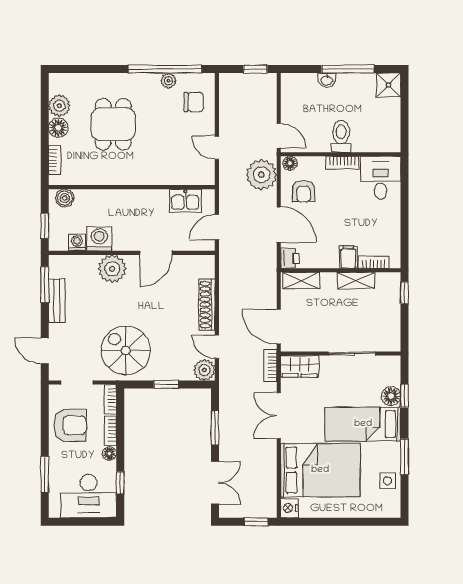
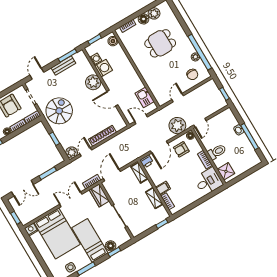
shower: (389, 85) -> (226, 171), moved

